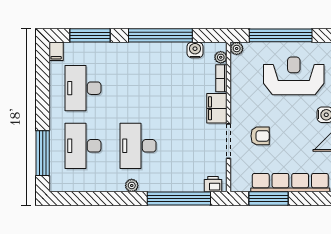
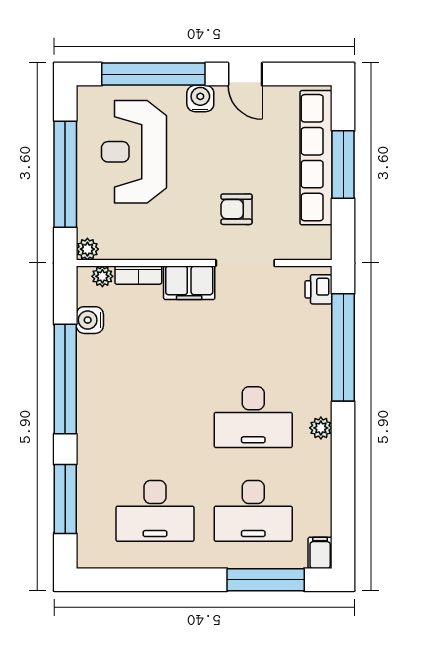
filing cabinet: (56, 51) -> (320, 553), moved, turned -90
armchair: (260, 136) -> (236, 209), turned -90
window: (268, 199) -> (343, 165), moved

